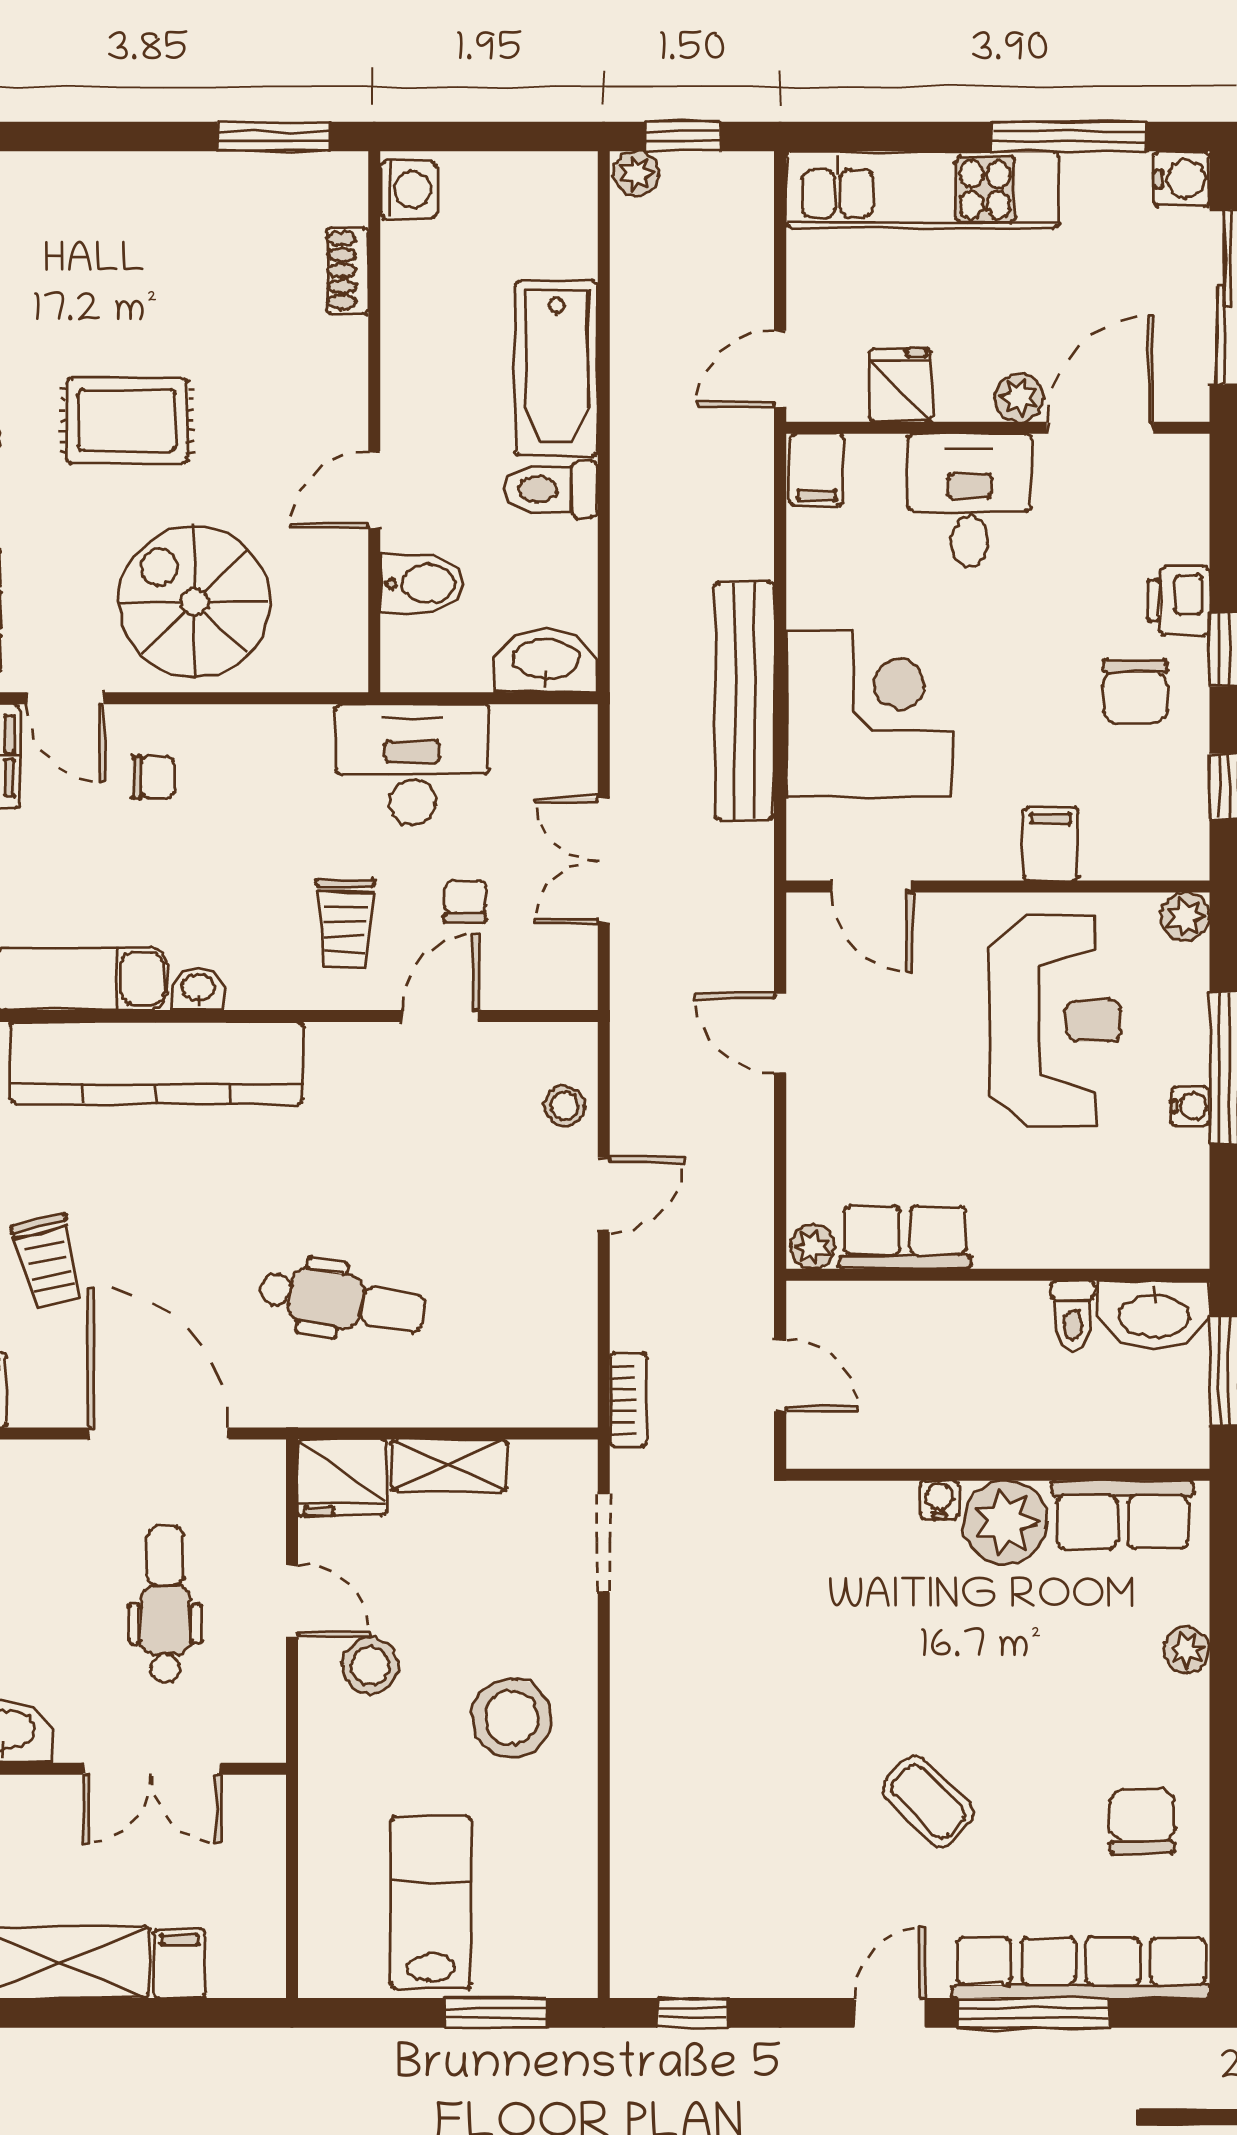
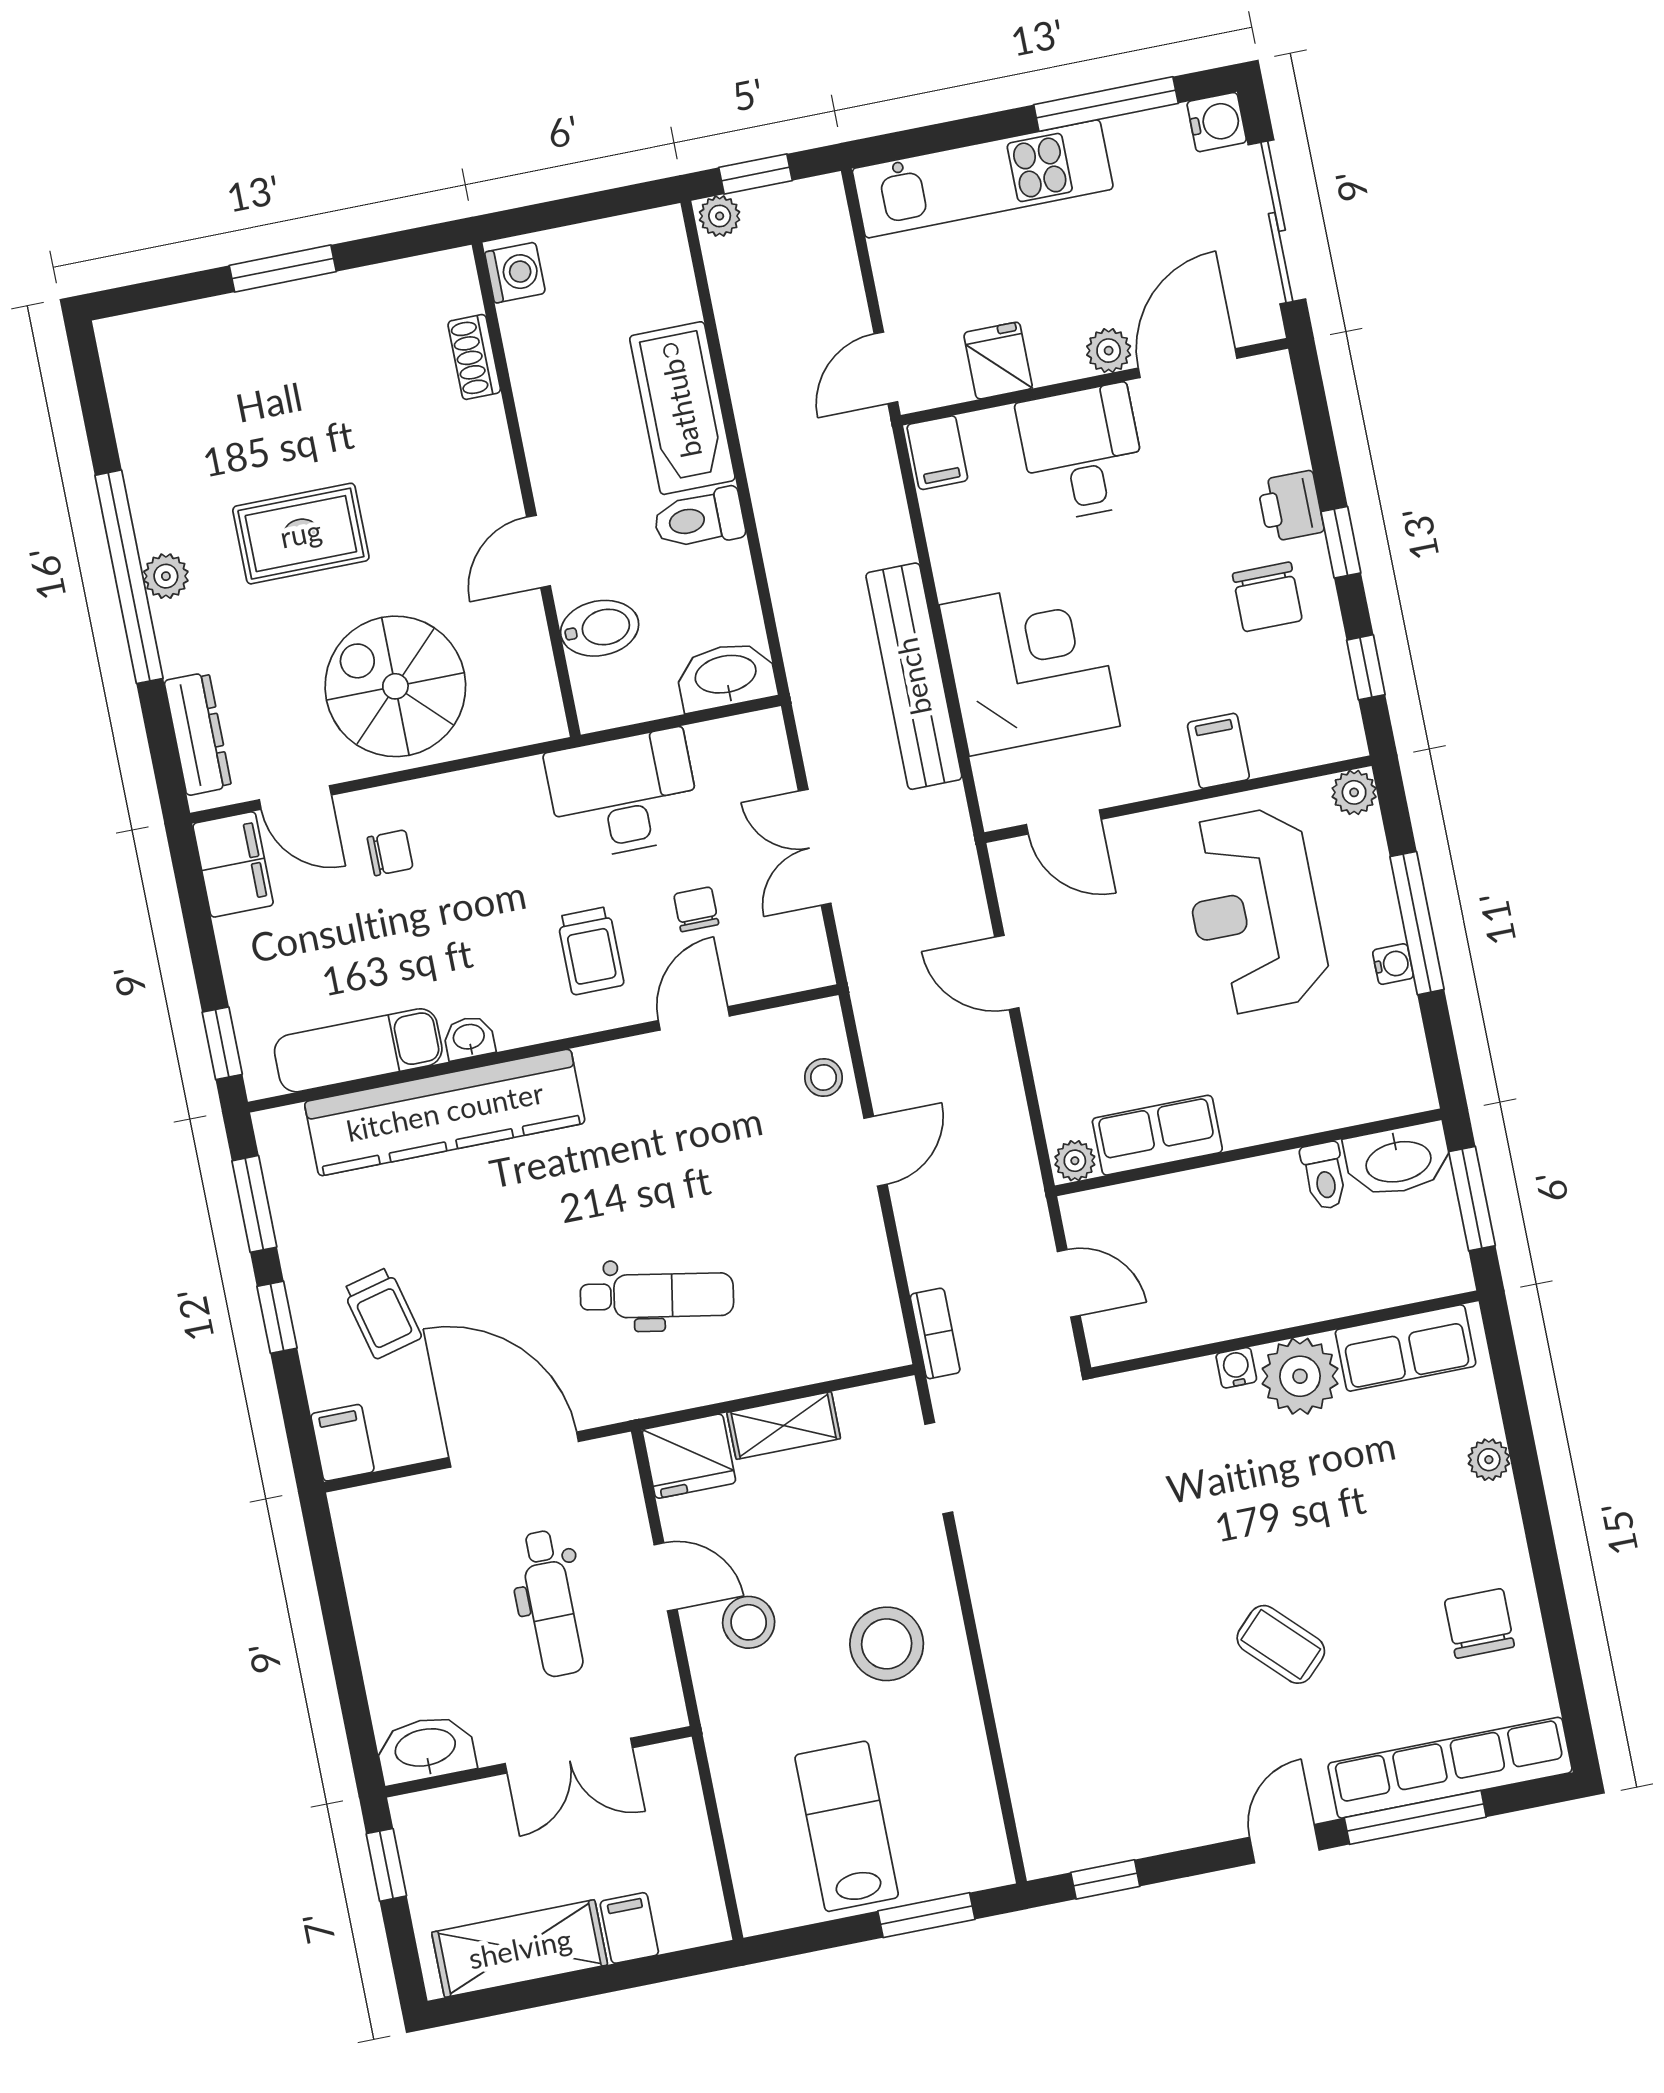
window: (273, 137) -> (283, 268), moved
reception desk: (1055, 1021) -> (1255, 911), turned 180
dental chair: (165, 1604) -> (551, 1603), turned 180

